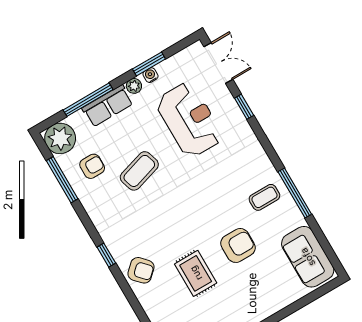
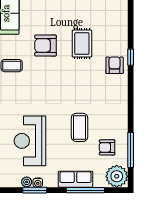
plant: (134, 86) -> (27, 182), moved
coffee table: (139, 171) -> (80, 127), turned -73
window: (106, 255) -> (131, 57), moved
armchair: (141, 270) -> (115, 65), turned 43

